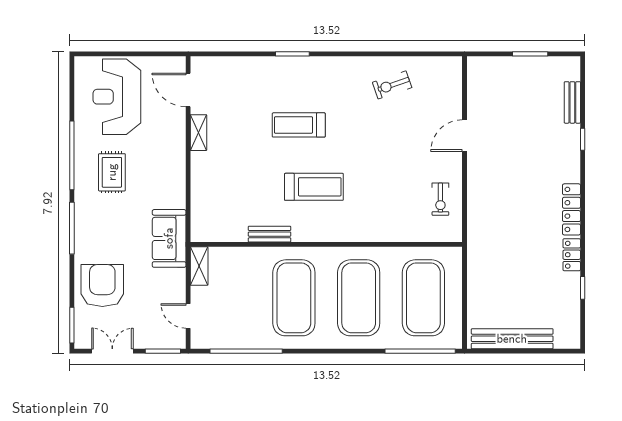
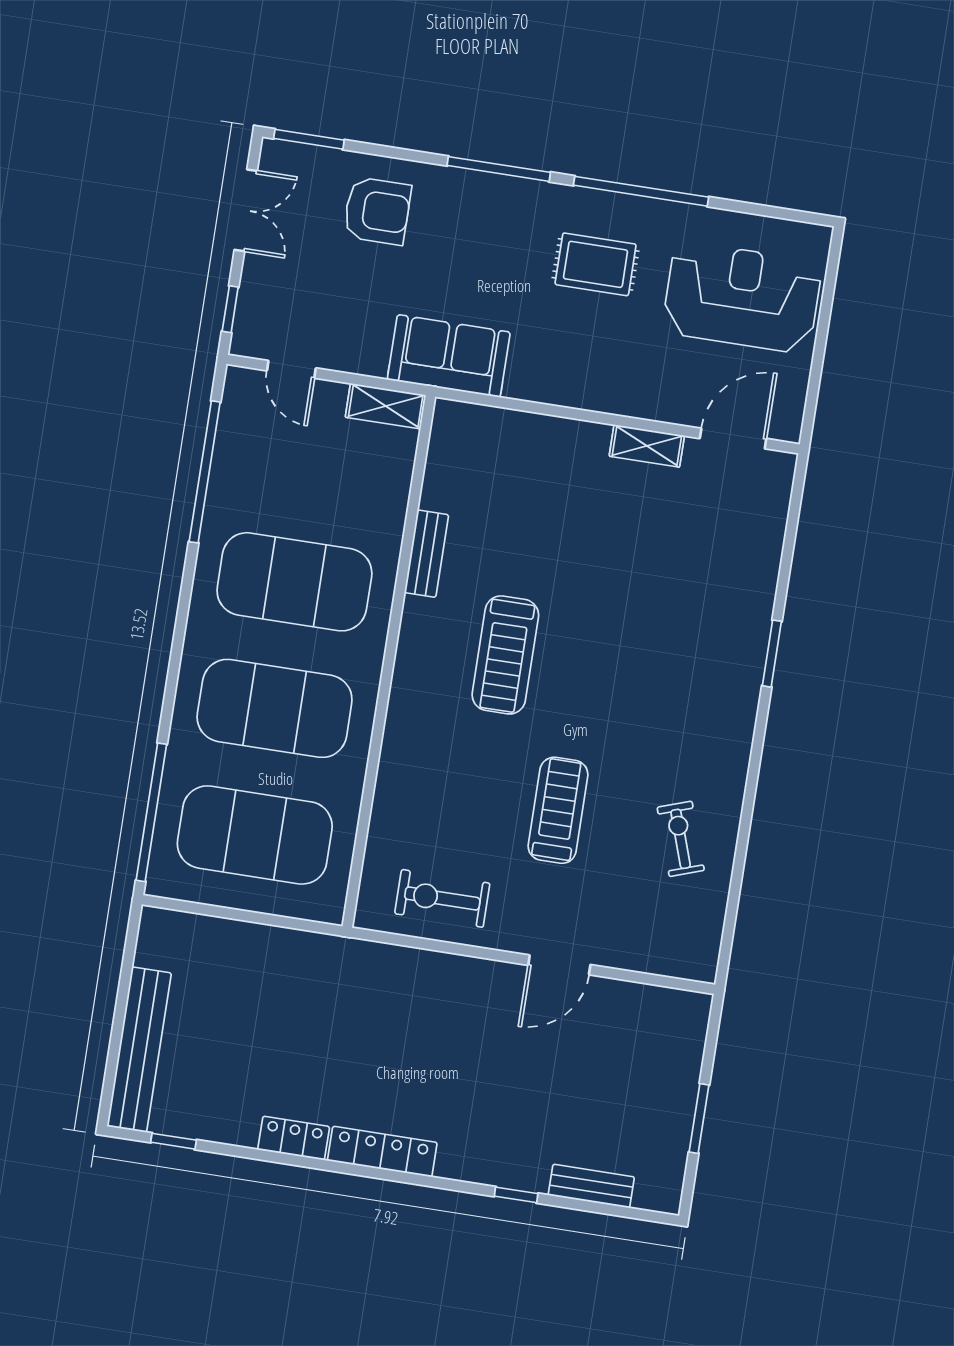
treadmill: (299, 125) -> (558, 810), moved
door: (464, 136) -> (559, 965), swing flipped
exercise bike: (440, 199) -> (442, 898), width x1.38, depth x1.39
armchair: (102, 285) -> (377, 211), width x0.73, depth x0.73
window: (583, 288) -> (173, 1141), moved
door: (188, 316) -> (291, 369), swing flipped
bench: (512, 339) -> (139, 1050), moved
window: (163, 351) -> (230, 309), width x0.67

